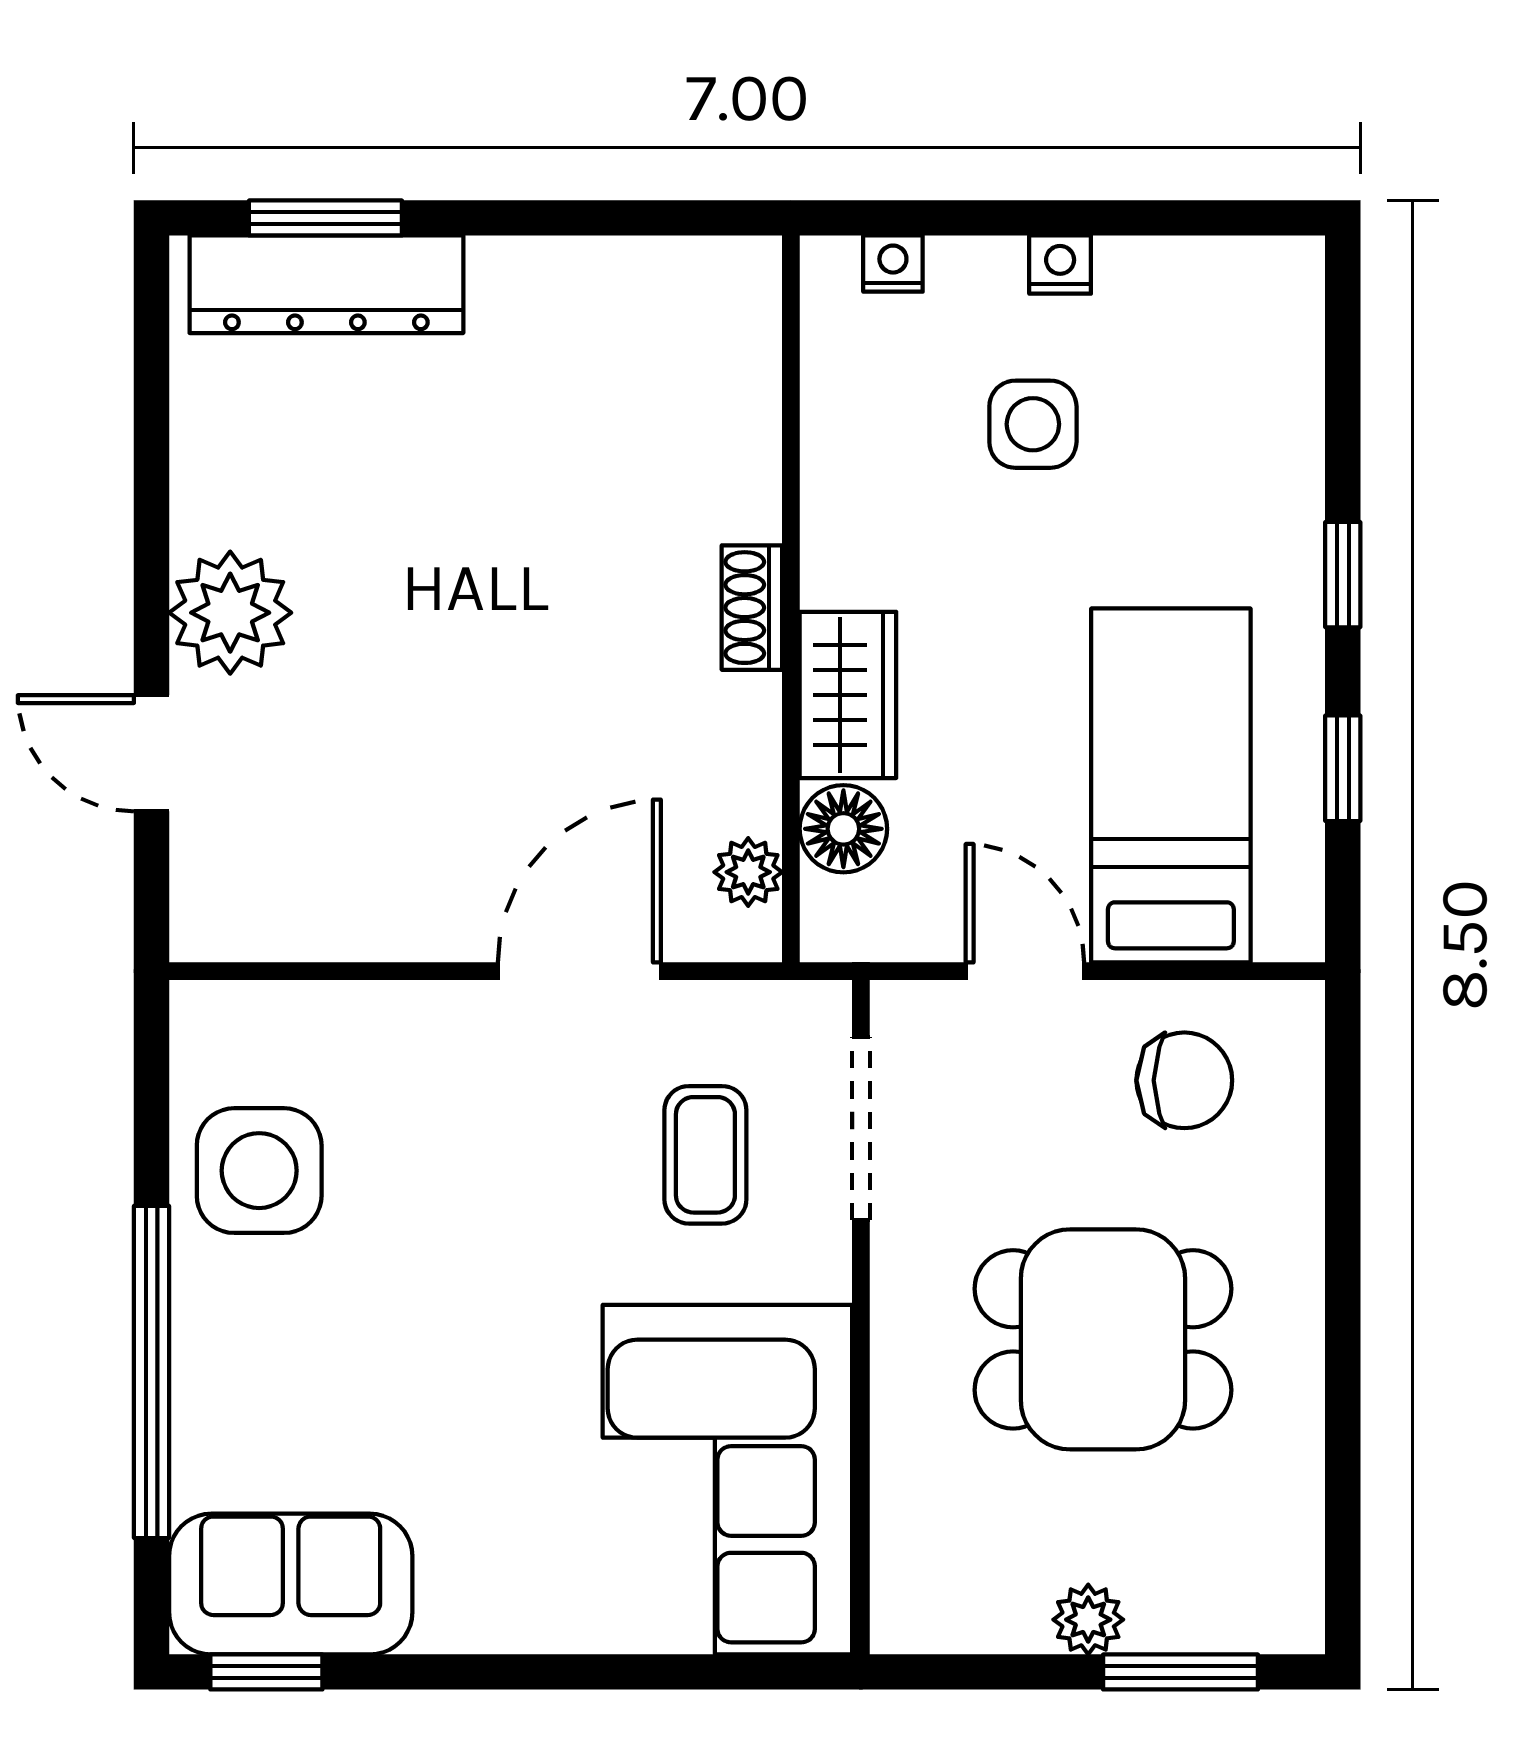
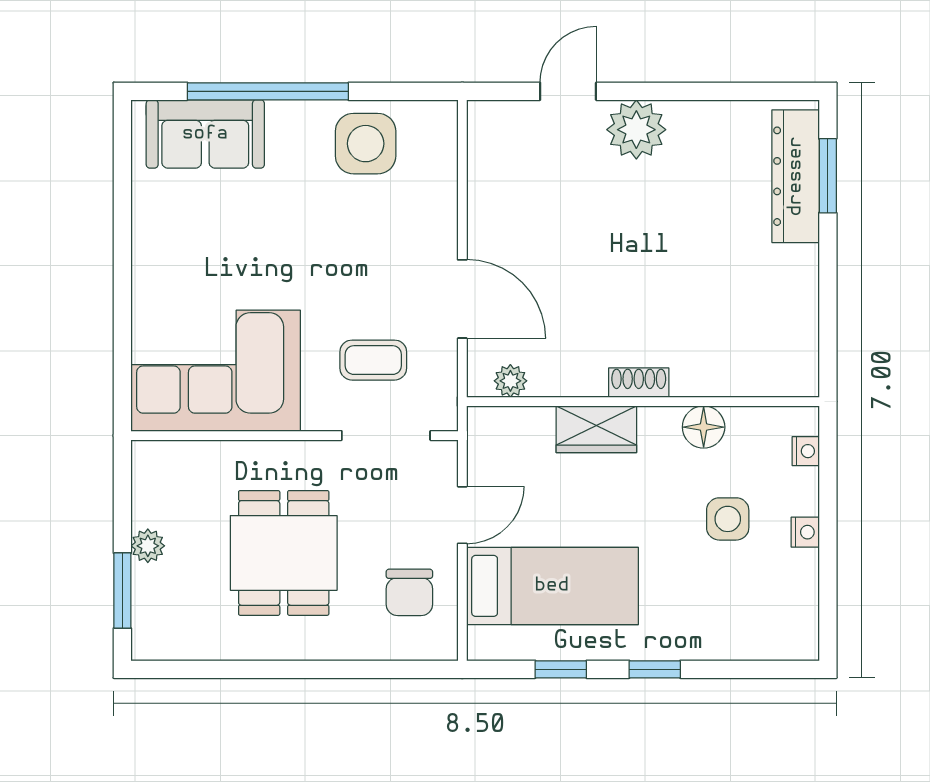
floor lamp: (843, 829) -> (704, 427), moved
sofa: (291, 1584) -> (205, 134), moved, turned 90
window: (266, 1672) -> (122, 147), removed

